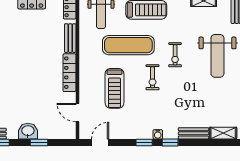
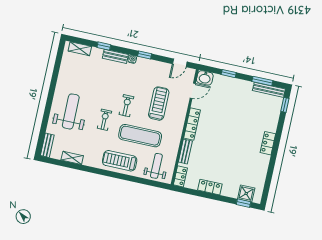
door: (77, 113) -> (193, 91), hinge flipped
washbasin: (28, 131) -> (205, 78), moved
bench: (194, 133) -> (115, 56), moved
window: (170, 143) -> (104, 46), moved

